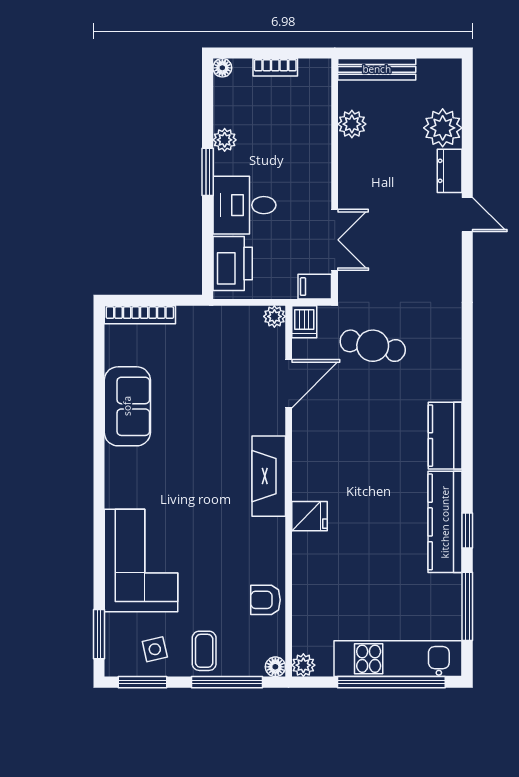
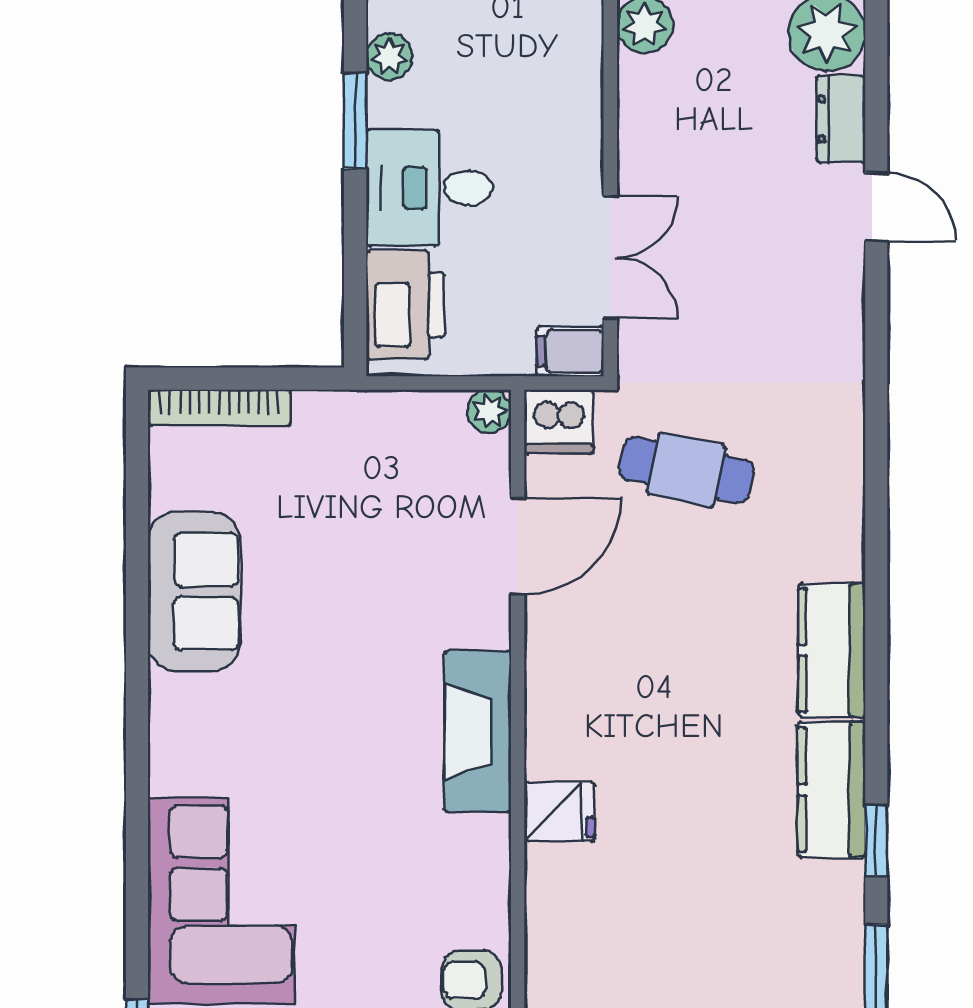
dishwasher: (304, 322) -> (559, 422), width x1.38
kitchen counter: (445, 522) -> (831, 790), width x0.67

